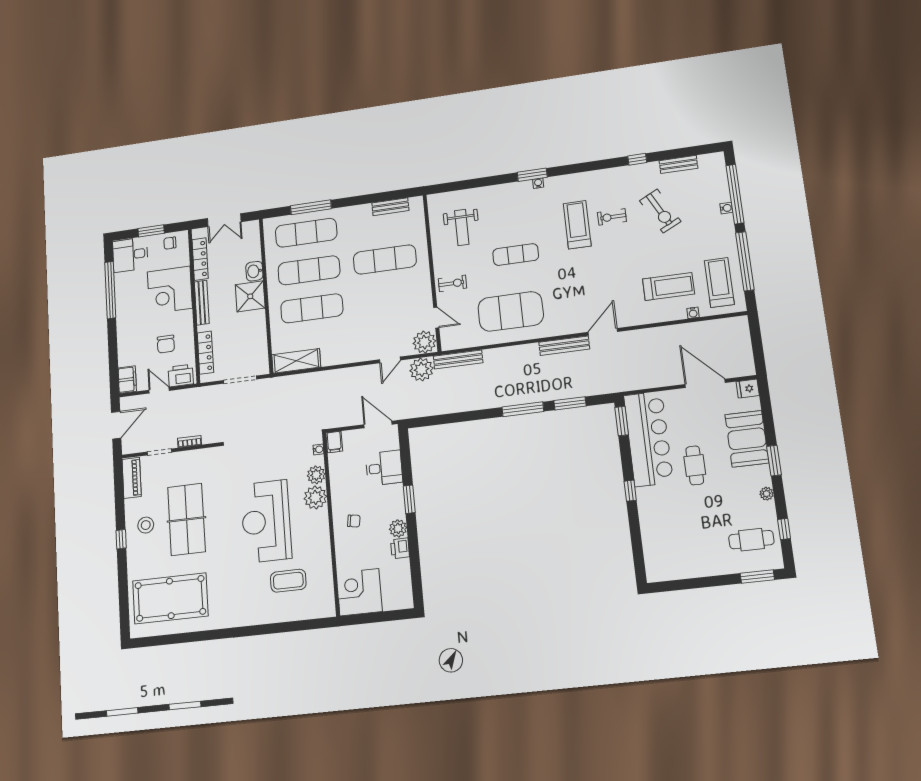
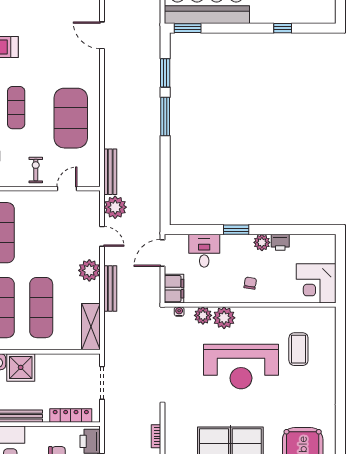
plant: (424, 342) -> (89, 270), moved
bench: (564, 346) -> (110, 288), moved
filing cabinet: (334, 442) -> (174, 289), width x2.00
window: (630, 491) -> (283, 28), moved

